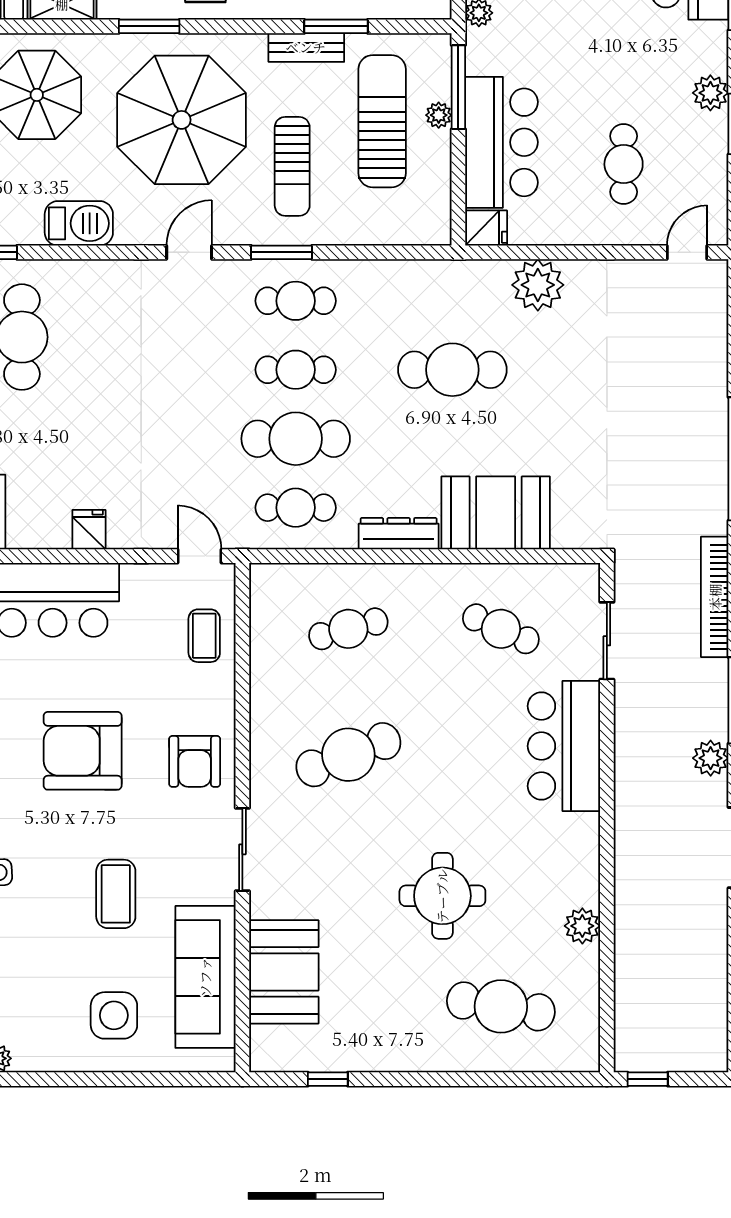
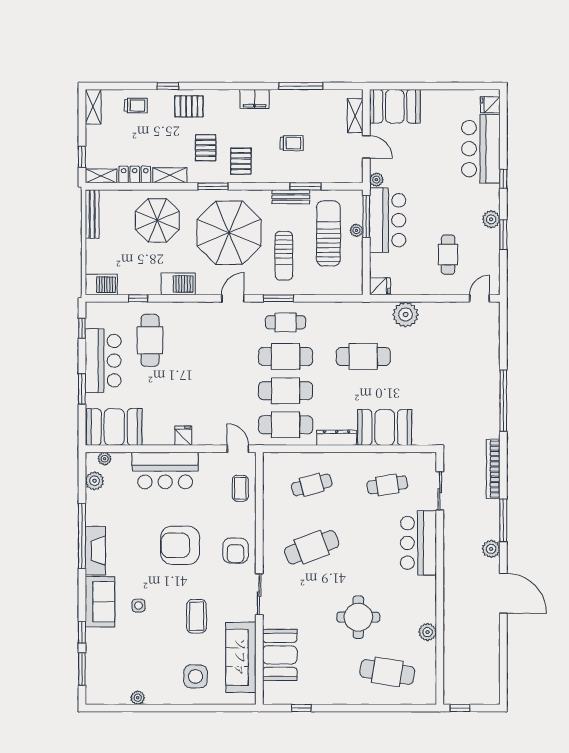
bar counter: (502, 142) -> (388, 220), moved
cafe table: (296, 370) -> (286, 356), width x1.37, depth x1.35
cafe table: (296, 508) -> (286, 425), width x1.37, depth x1.35
cafe table: (501, 629) -> (387, 485), turned -33

